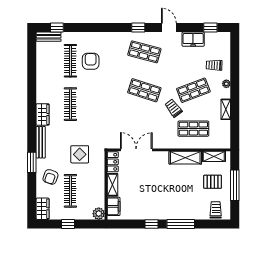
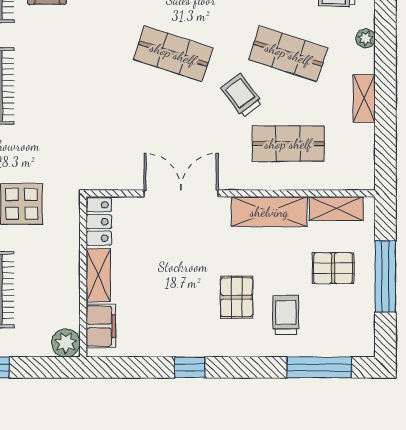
shop shelf: (193, 90) -> (288, 54), turned 39
double door: (136, 150) -> (181, 193), moved
pallet: (171, 194) -> (237, 297), added
trolley: (216, 210) -> (286, 315), moved
window: (181, 224) -> (319, 367), moved

